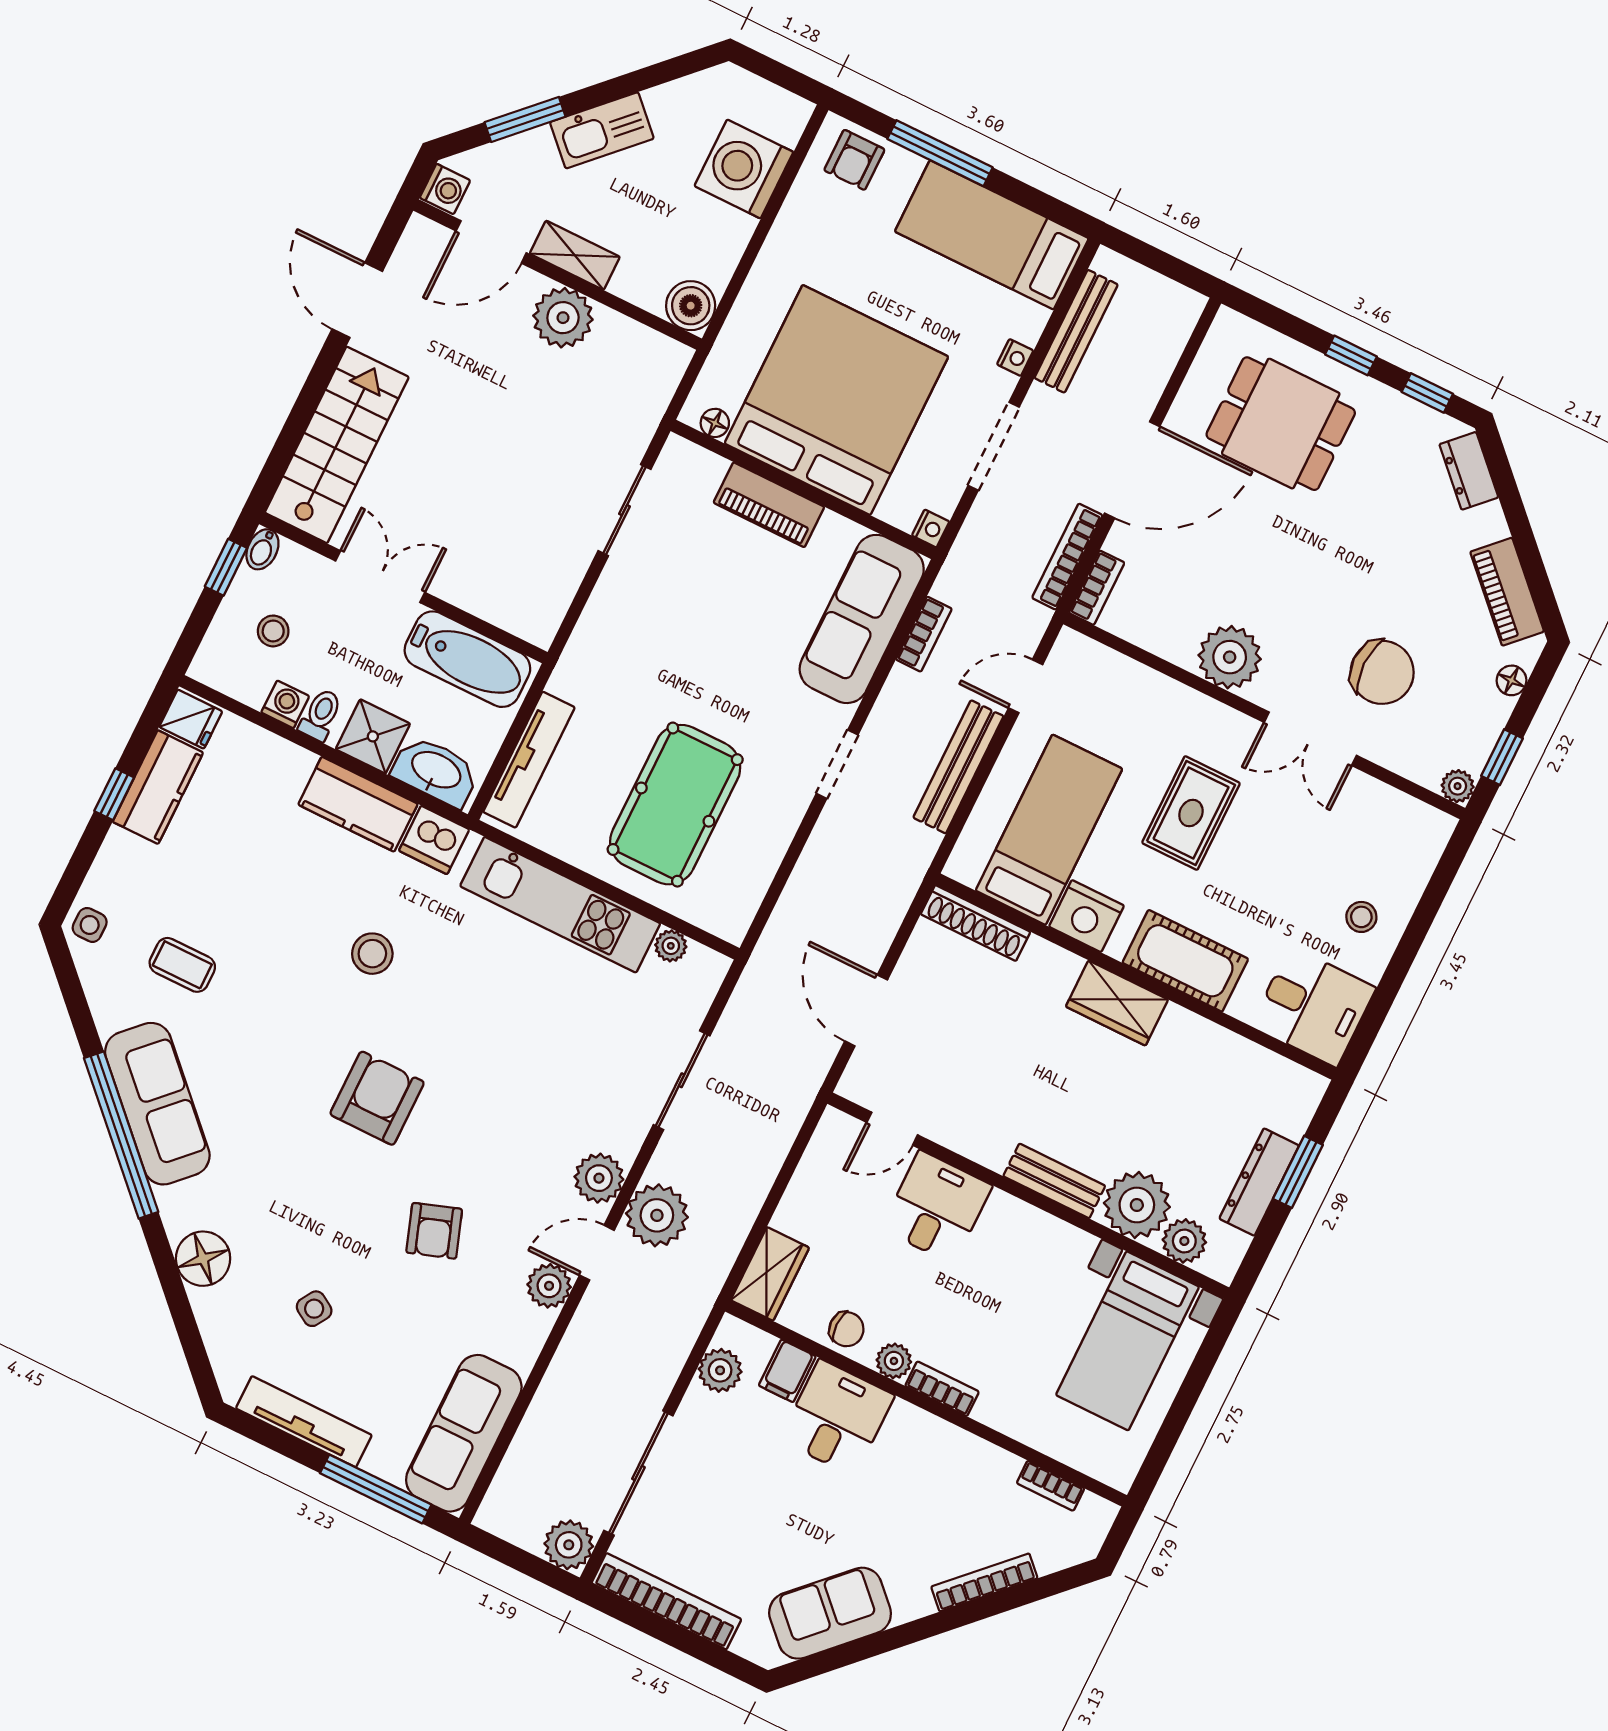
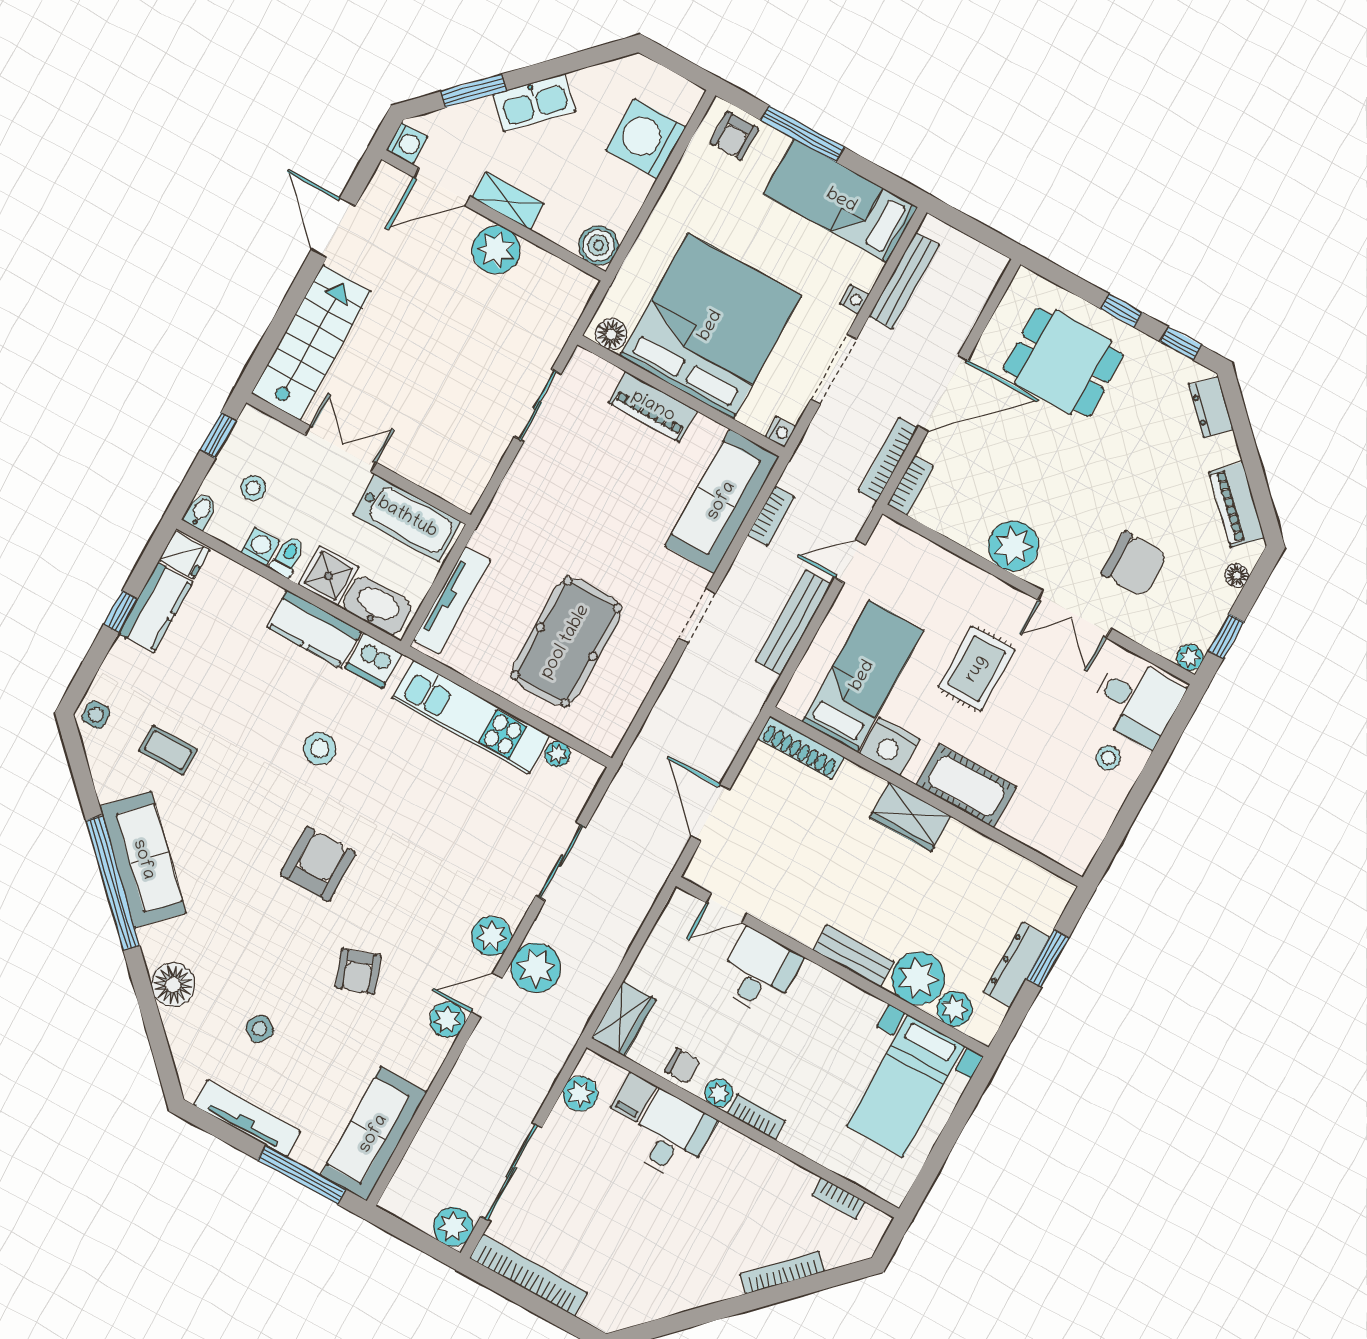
floor lamp: (715, 423) -> (611, 334), width x1.37, depth x1.37
bidet: (262, 549) -> (201, 511), moved, turned 180
desk: (1313, 1007) -> (1136, 701), moved
sofa: (830, 1613) -> (658, 1291), removed

